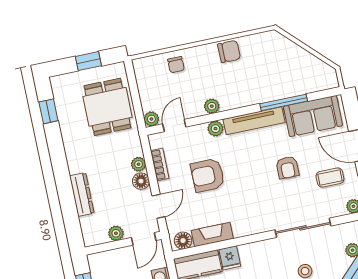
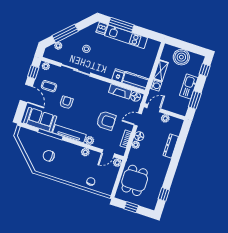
chair: (229, 51) -> (49, 156), moved

